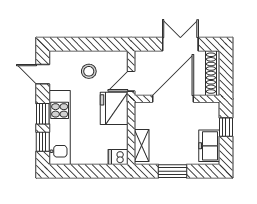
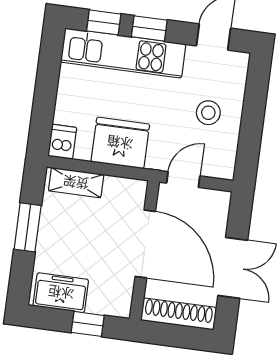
door: (131, 81) -> (183, 180), hinge flipped
fridge: (114, 108) -> (120, 143), moved

